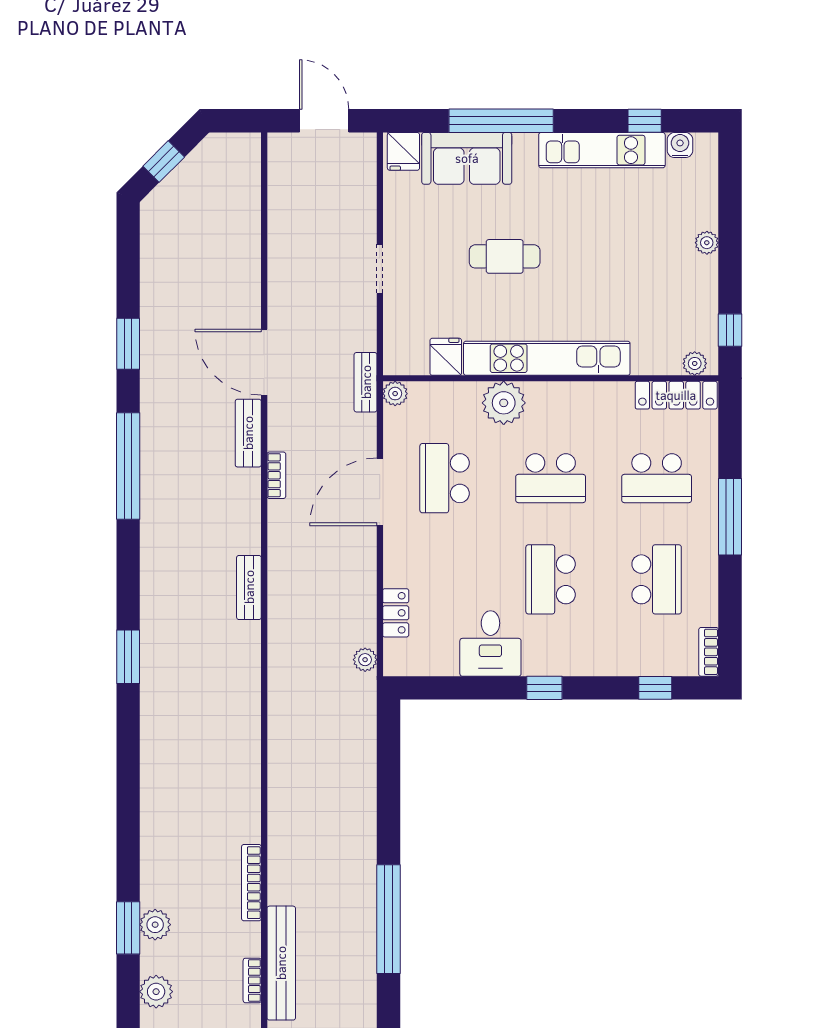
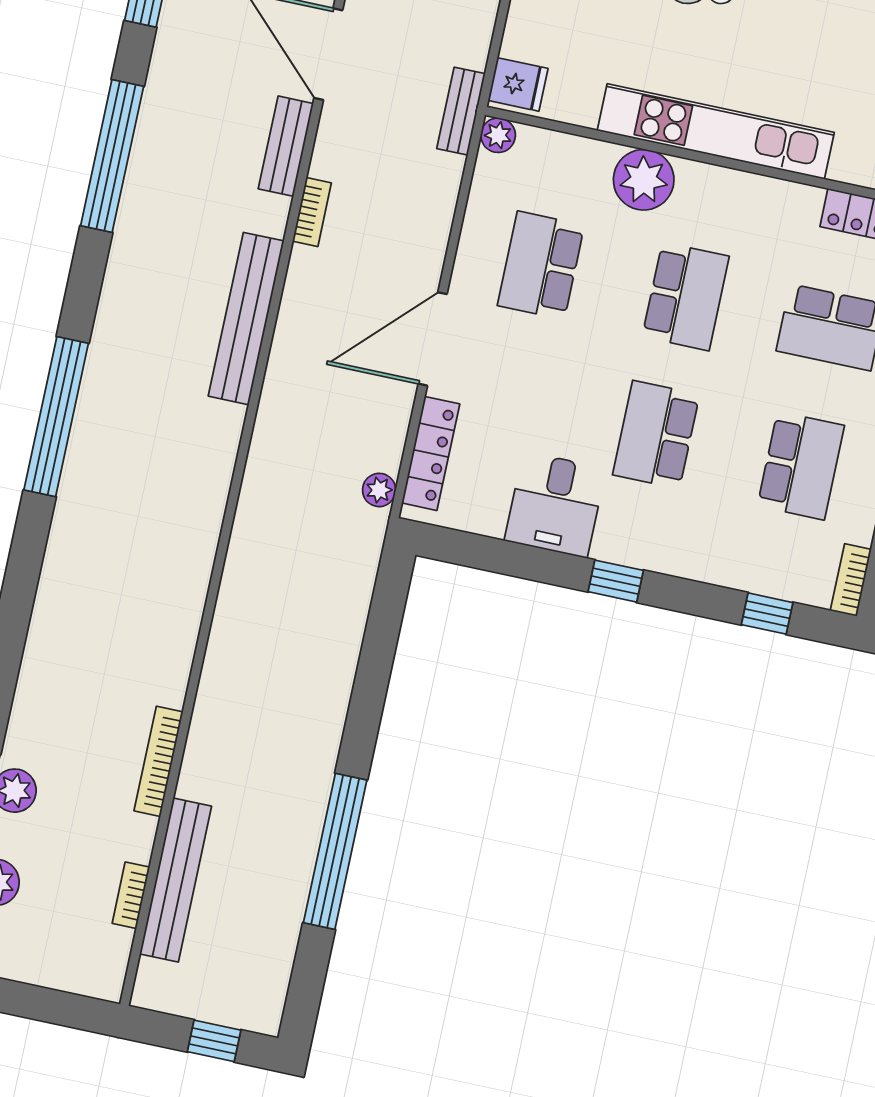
fridge: (446, 357) -> (518, 84), moved, turned 90
school desk: (551, 478) -> (686, 296), turned -90
door: (380, 492) -> (433, 339), moved
bench: (249, 587) -> (246, 319), width x1.86, depth x1.21
locker: (396, 613) -> (431, 453), width x1.53
window: (128, 657) -> (56, 417), width x2.11

